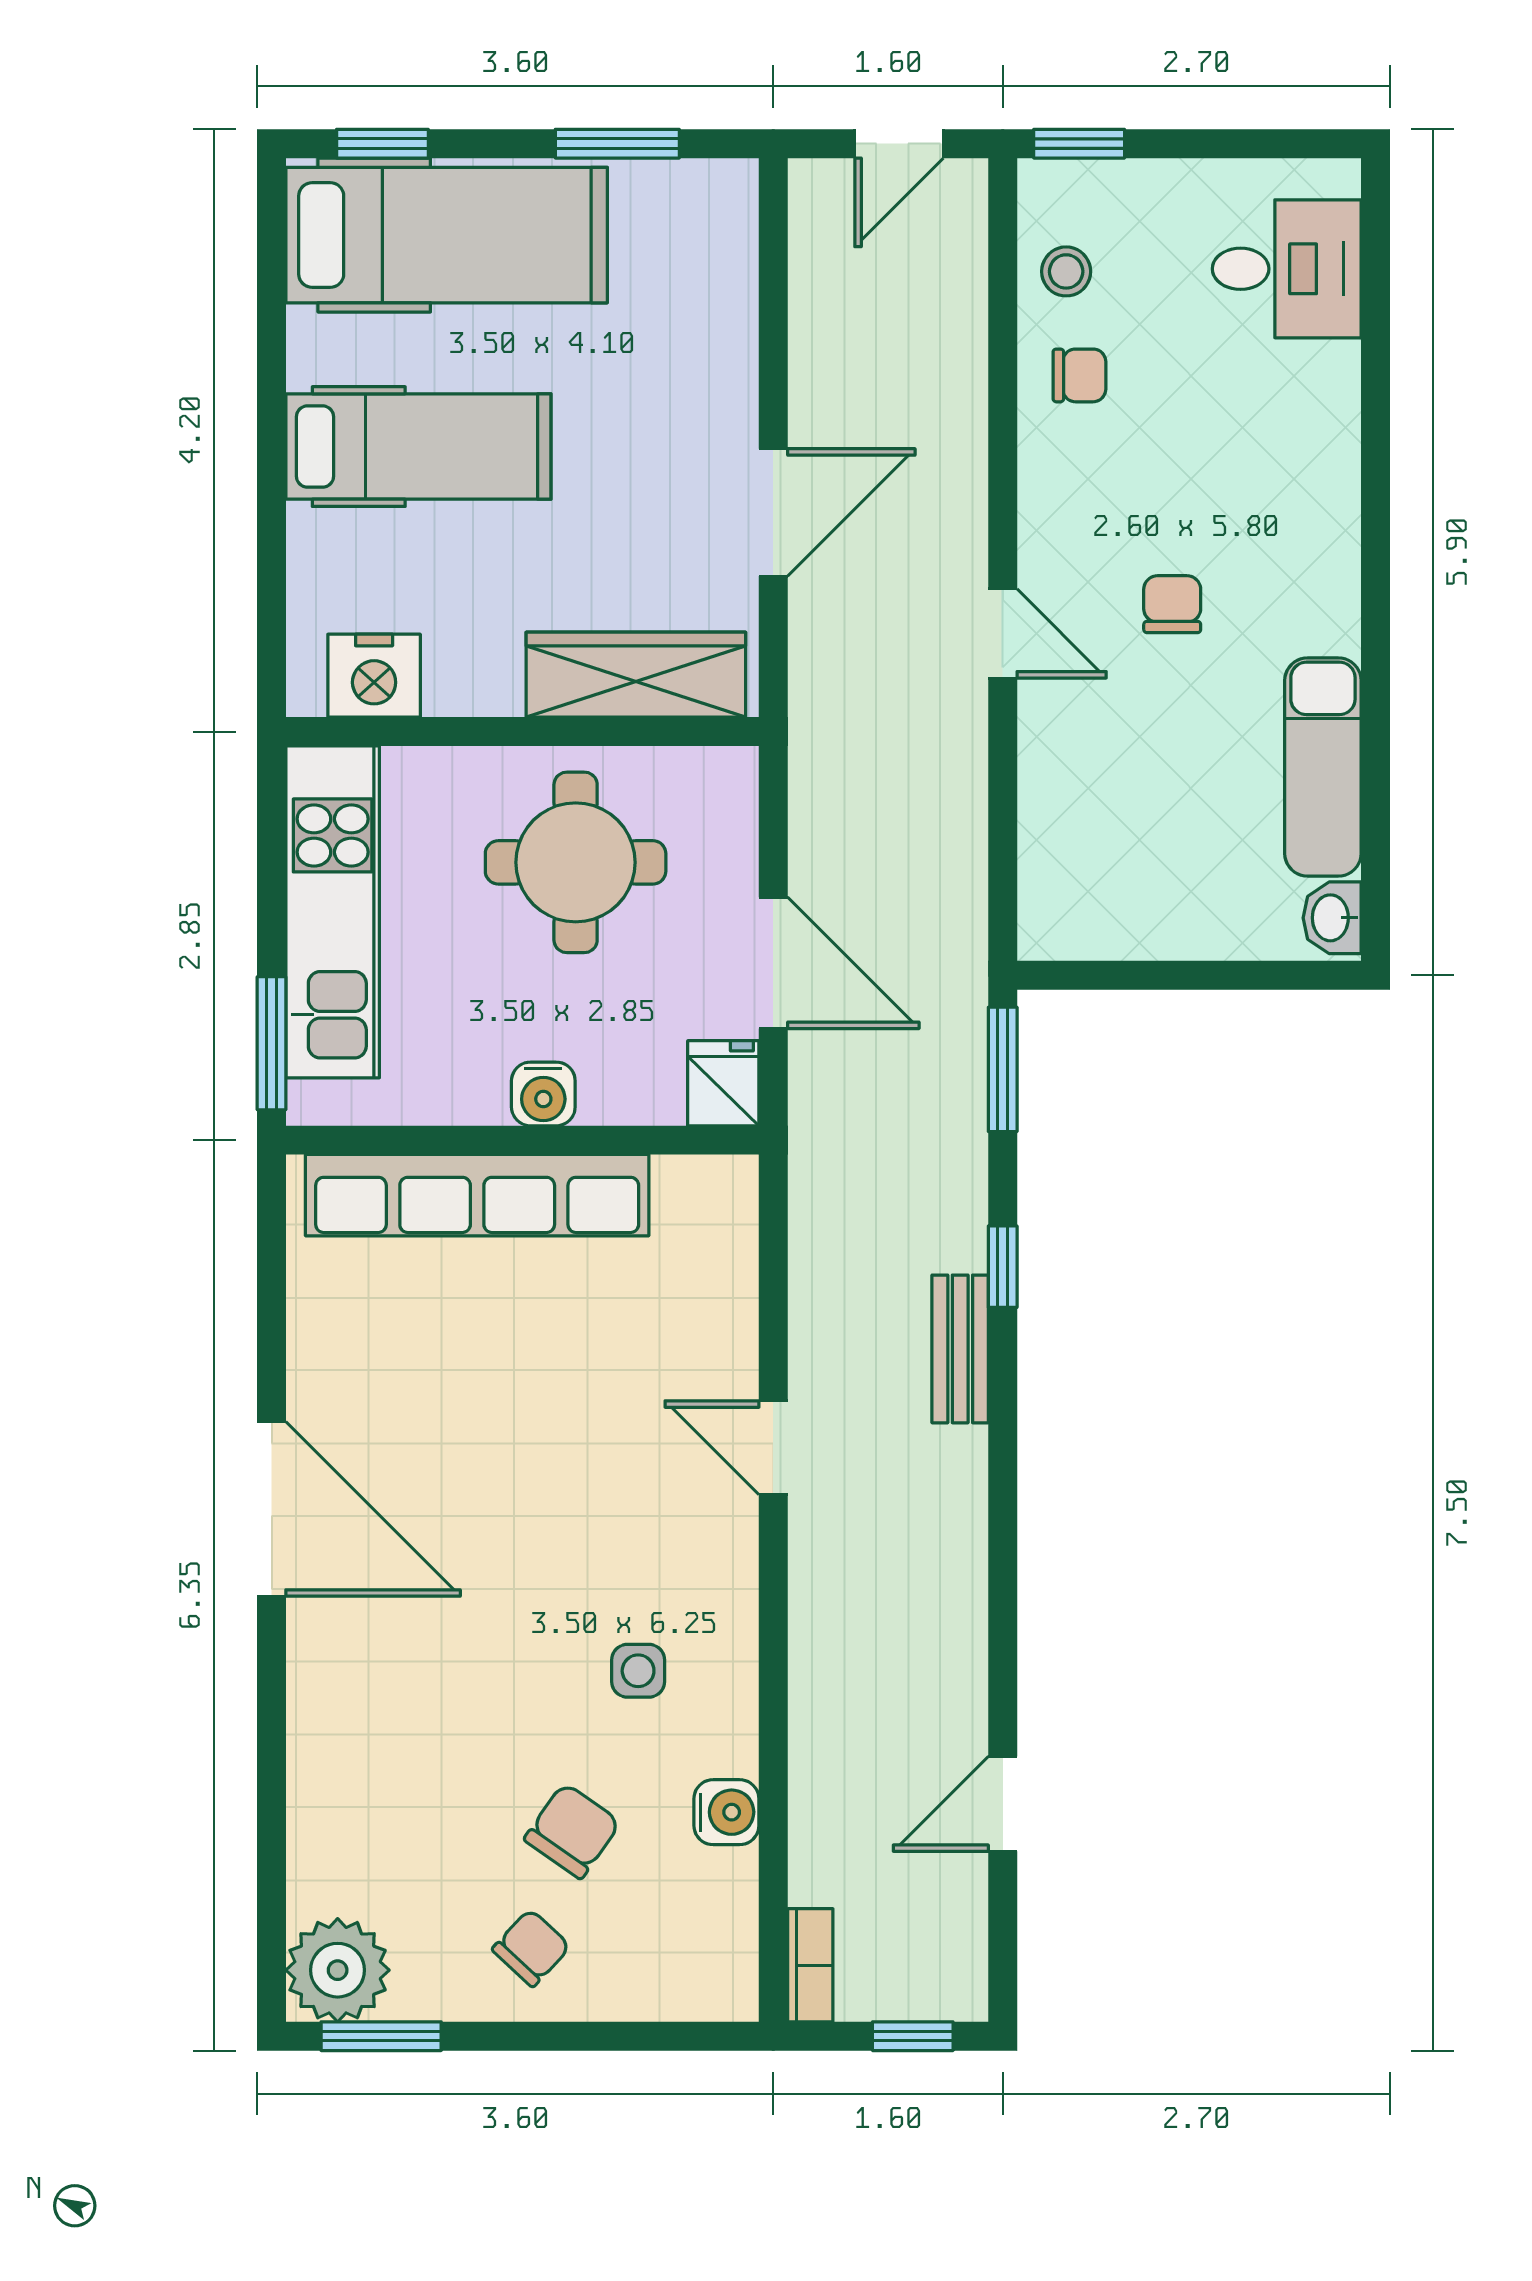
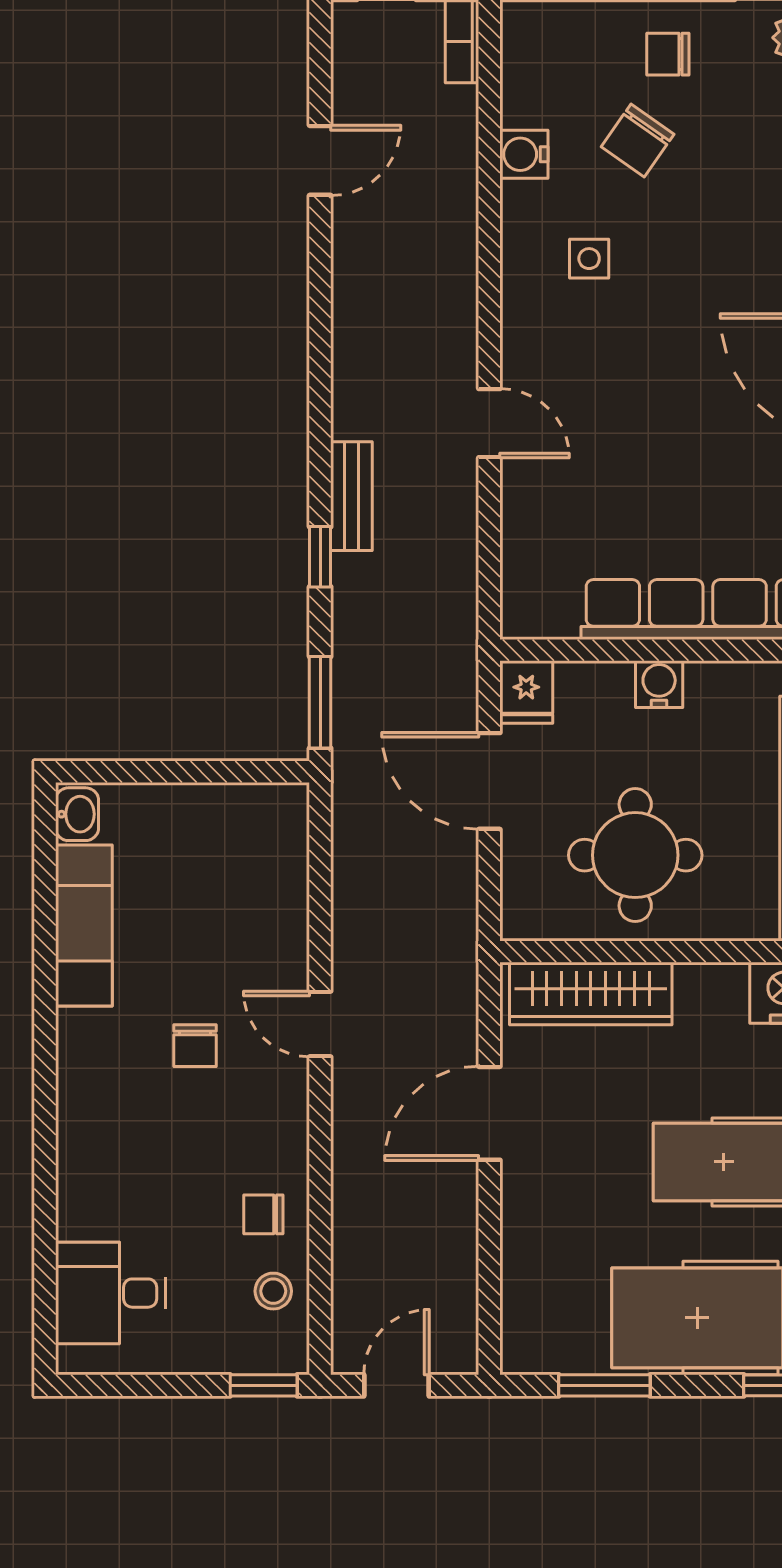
chair: (531, 1948) -> (668, 54), turned 47

